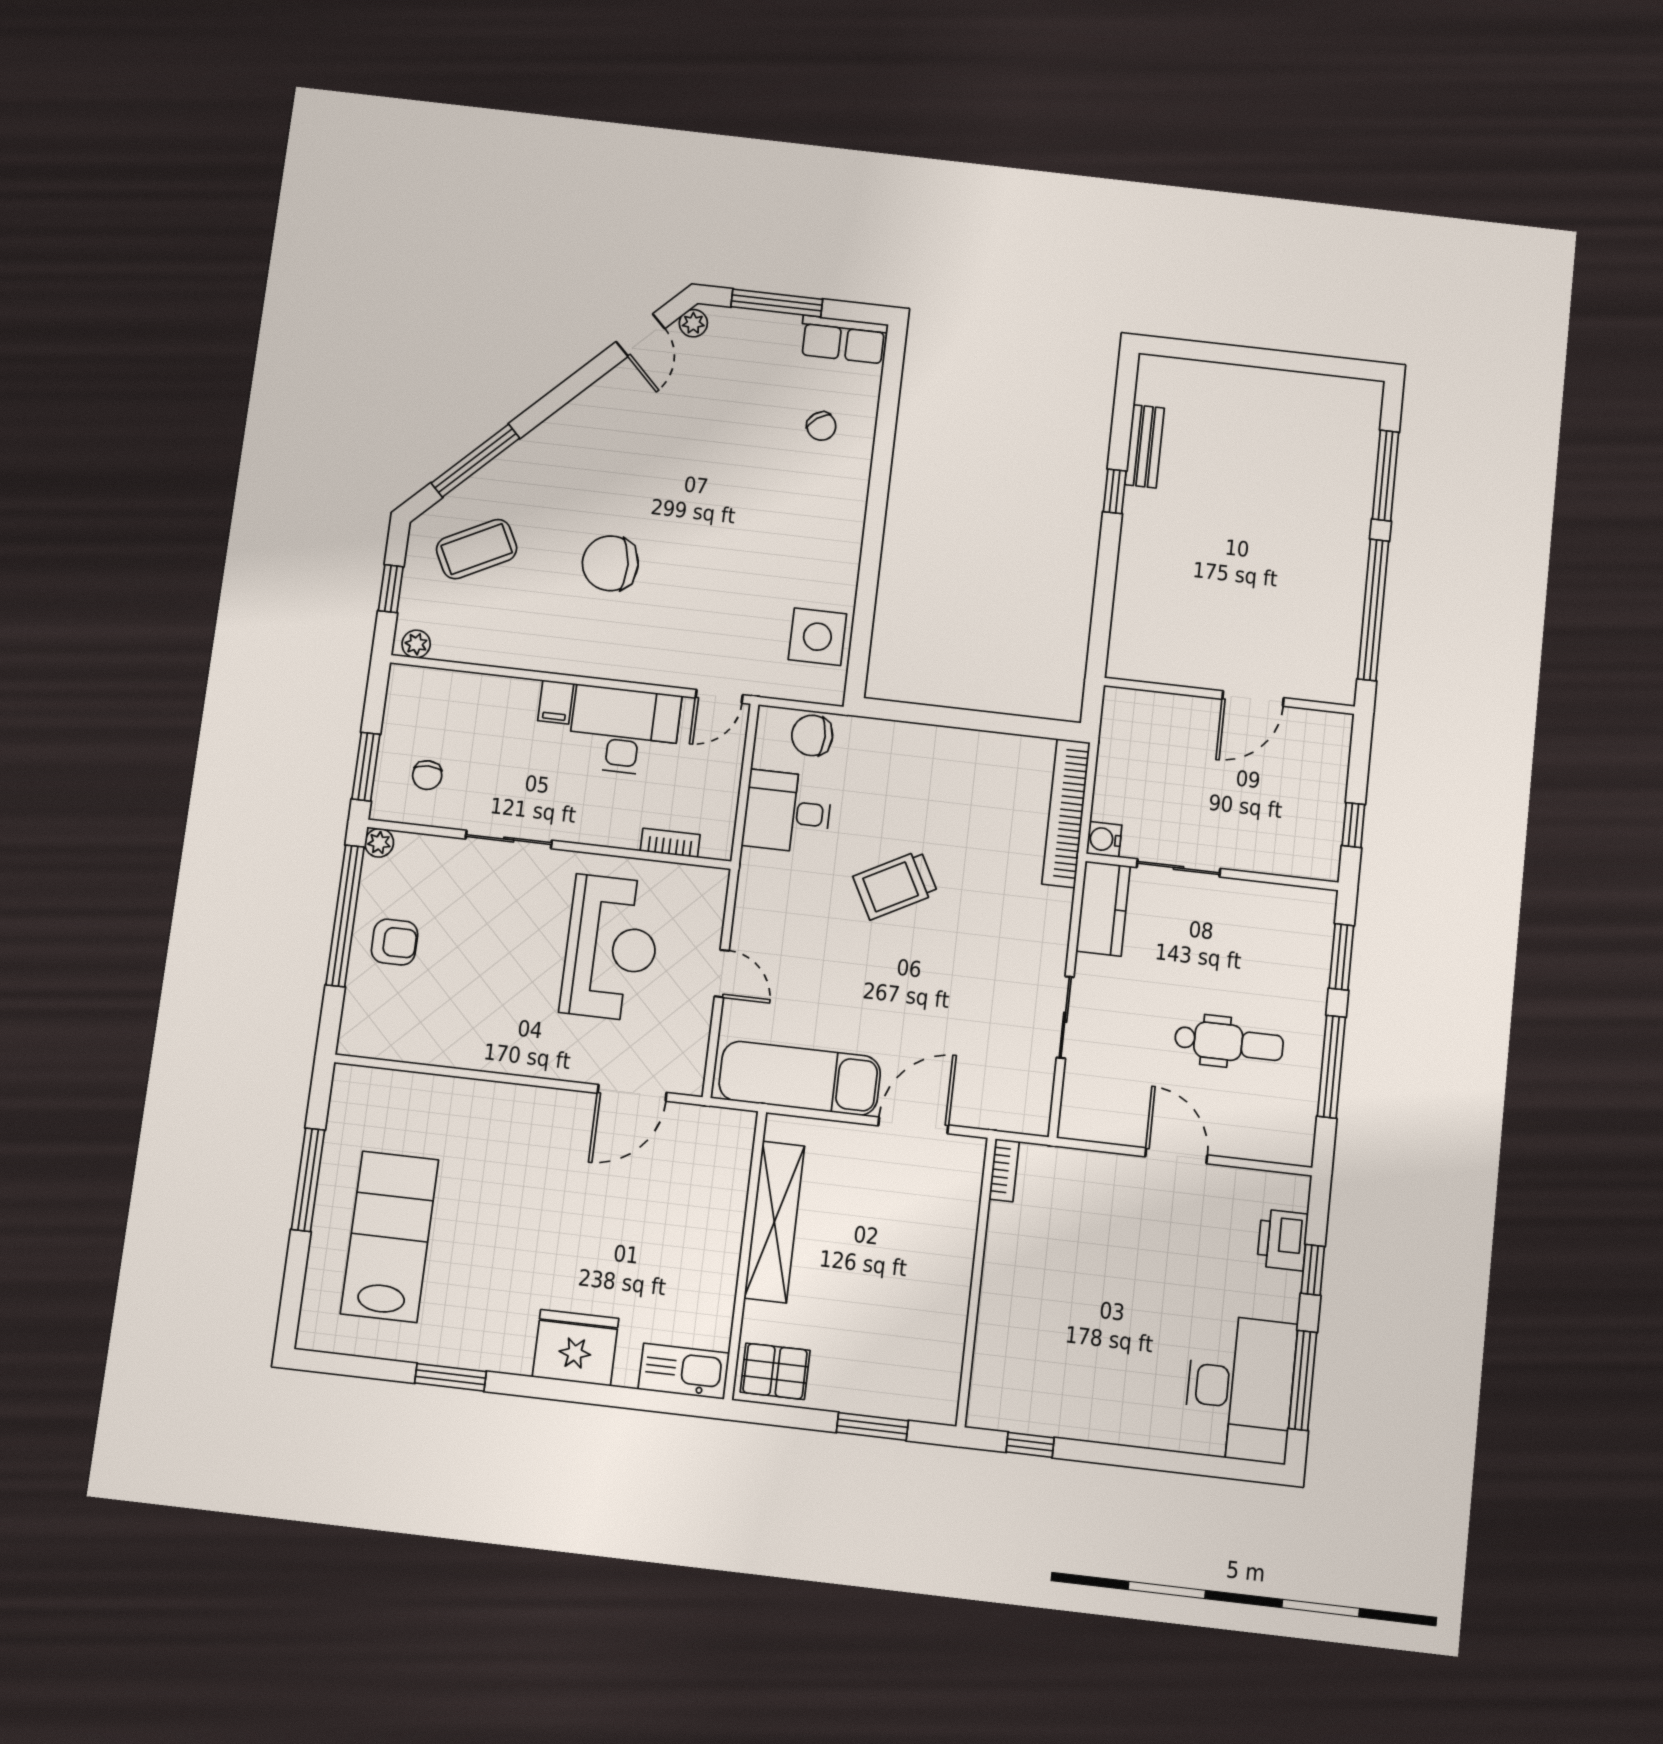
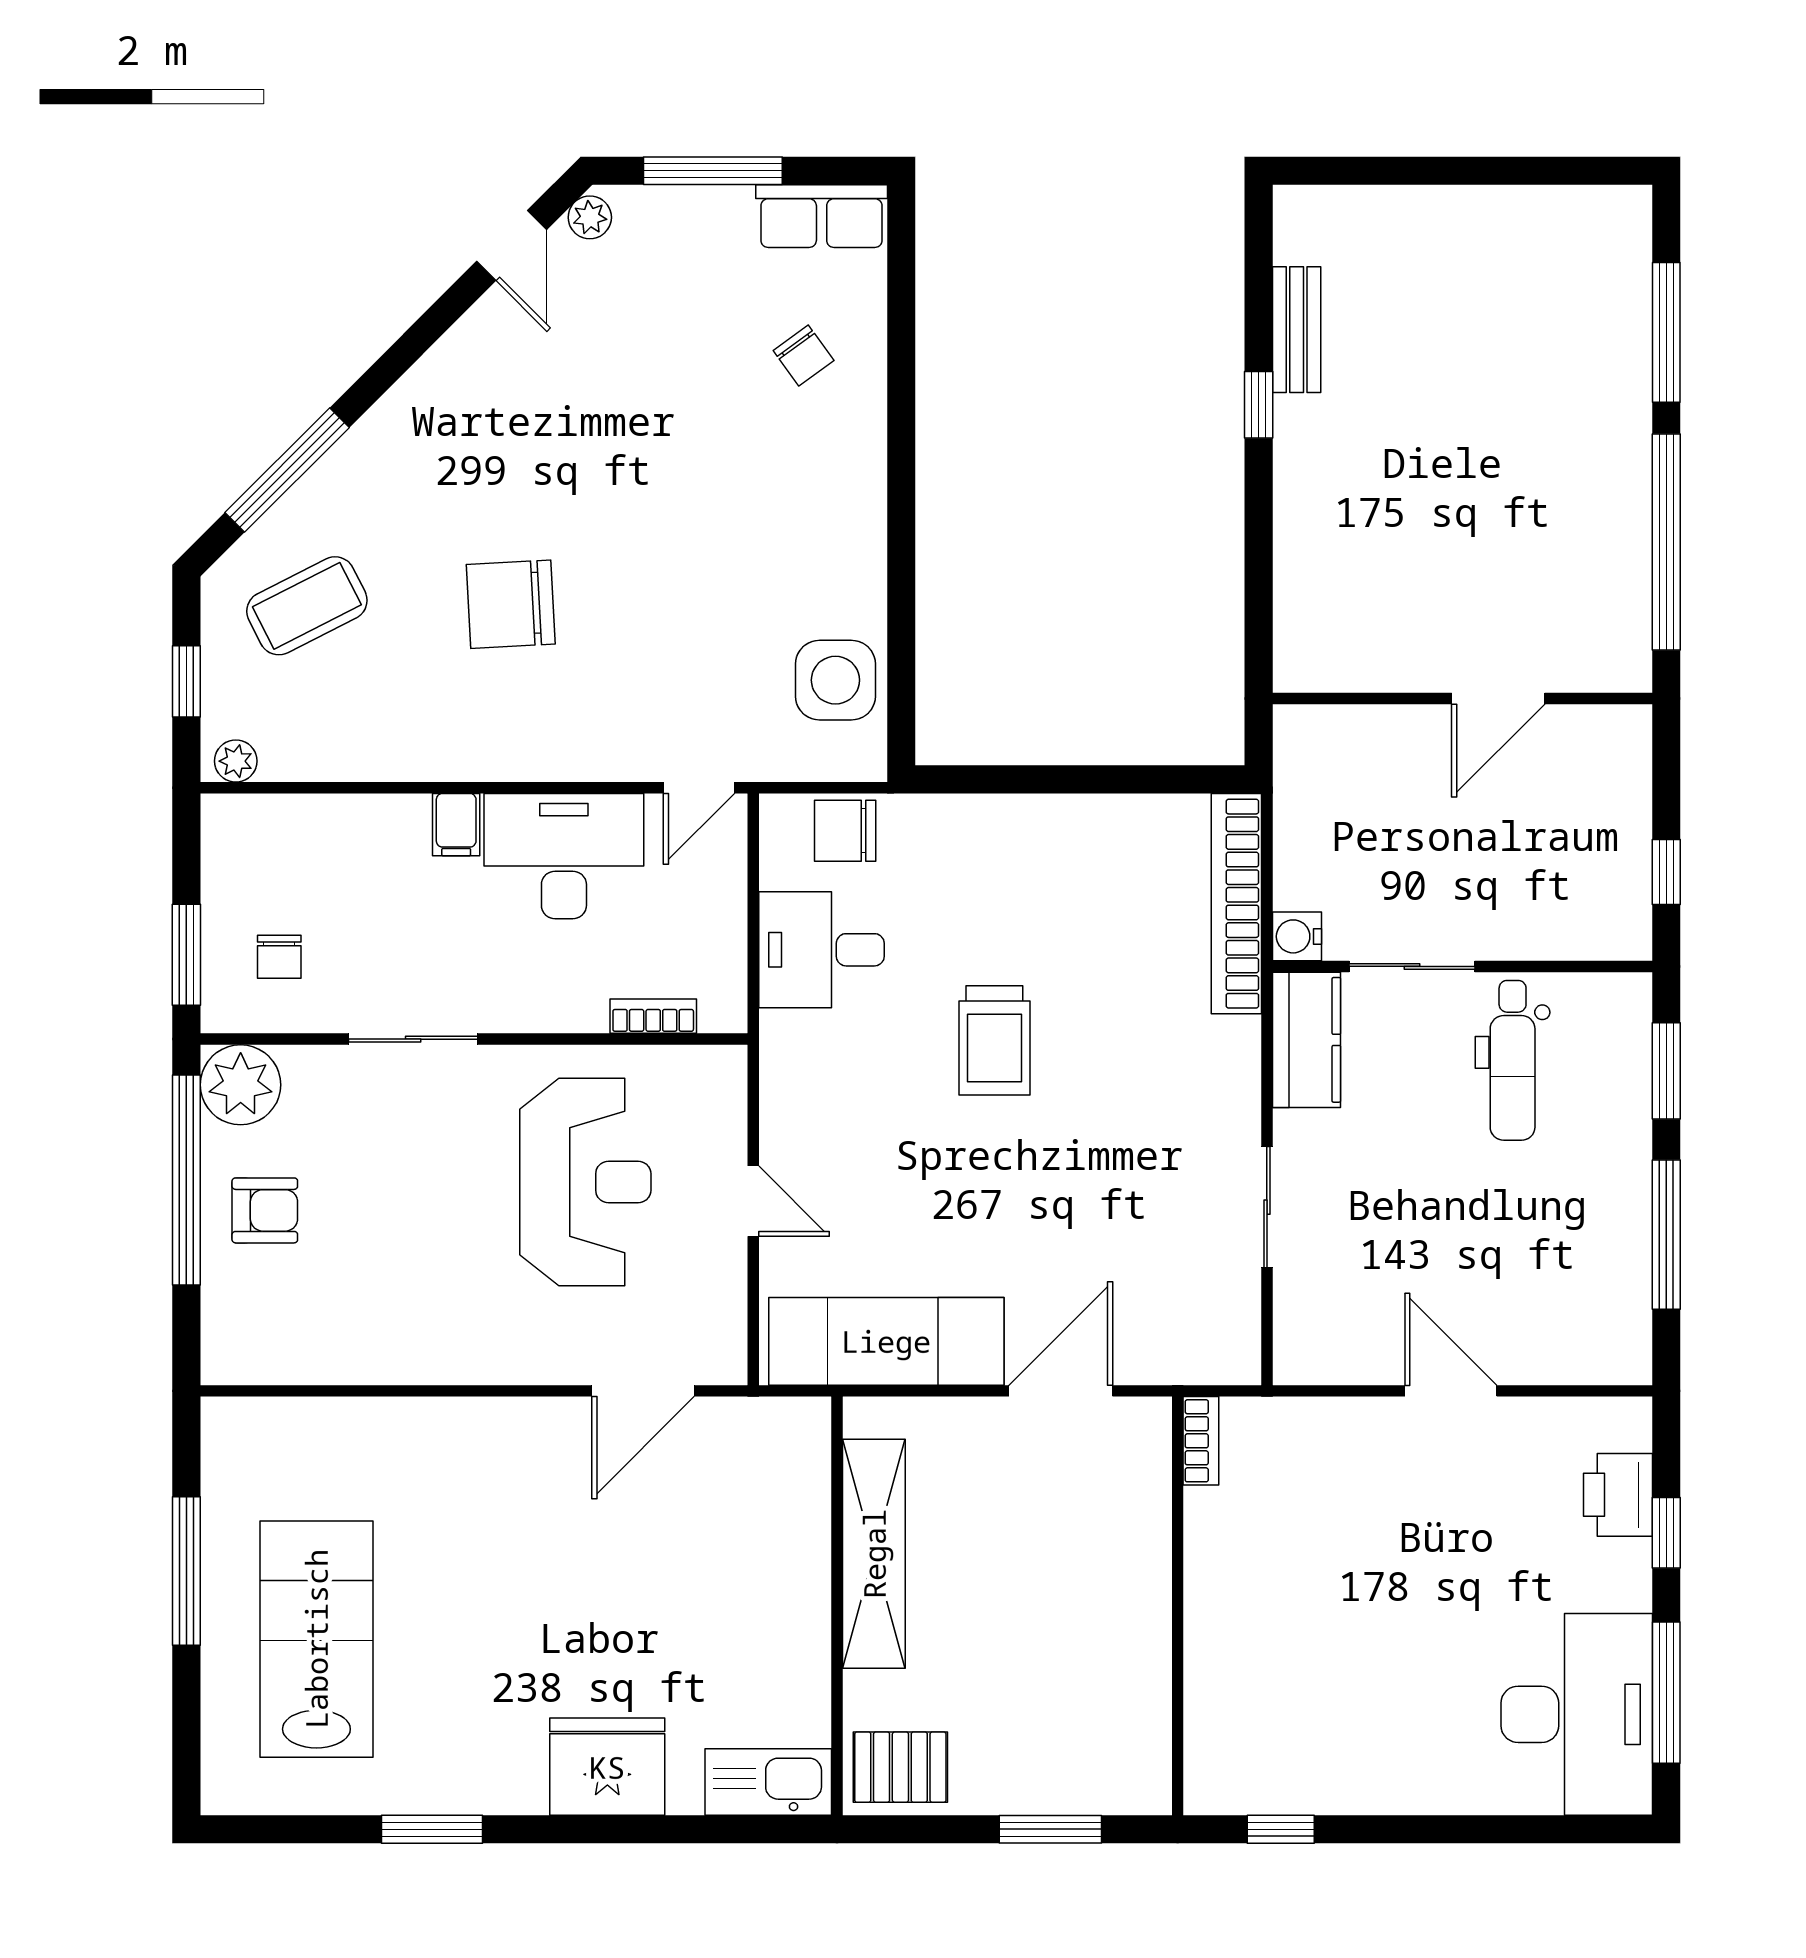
plant: (379, 843) -> (241, 1085), width x1.88, depth x1.88
trolley: (895, 885) -> (994, 1040), turned -62
dental chair: (1229, 1042) -> (1513, 1060), moved, turned 90

